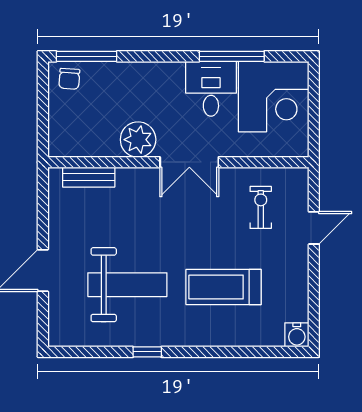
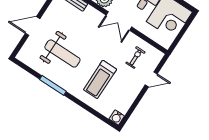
treadmill: (224, 287) -> (100, 79), turned -90
window: (147, 352) -> (53, 85), width x2.17

